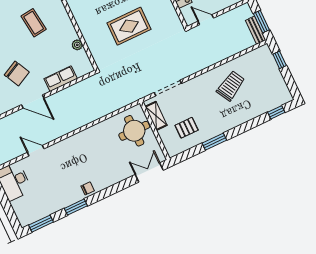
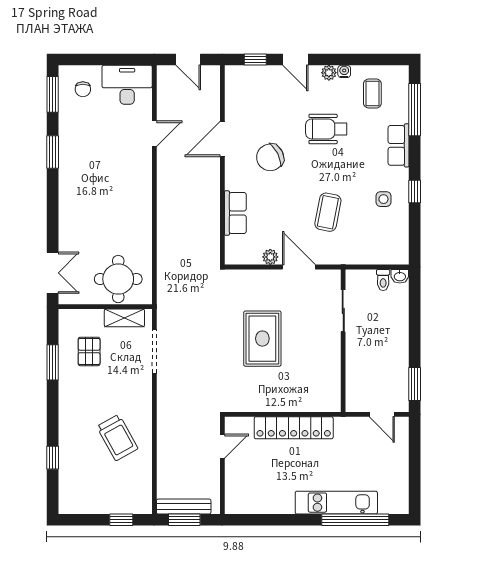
coffee table: (34, 23) -> (328, 212), turned -72
door: (75, 25) -> (299, 267), added
bench: (256, 30) -> (184, 507), width x1.36
door: (33, 101) -> (222, 139), moved
window: (276, 112) -> (53, 458), moved
window: (214, 142) -> (53, 362), moved
chair: (88, 188) -> (83, 89), moved

